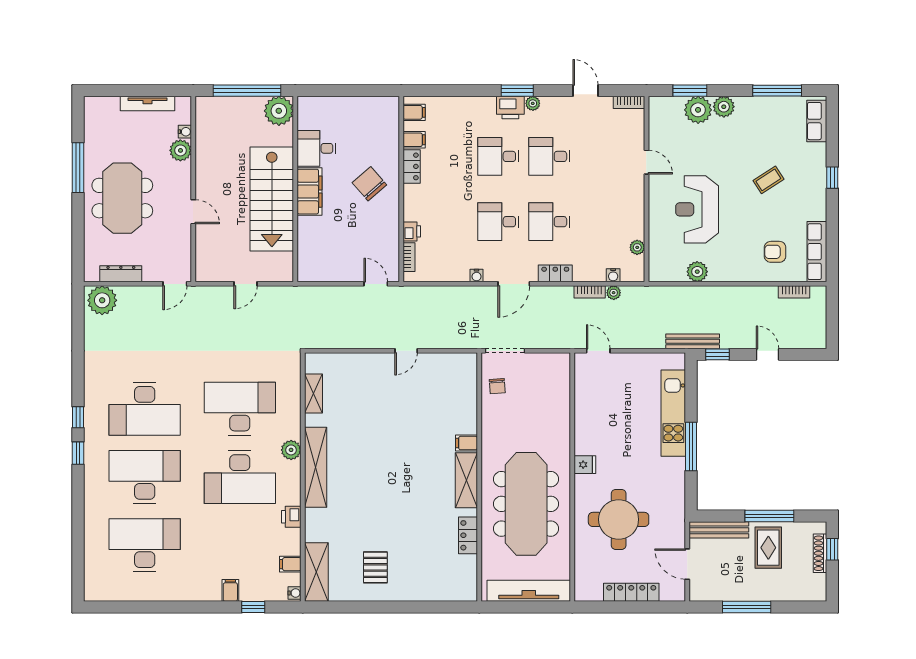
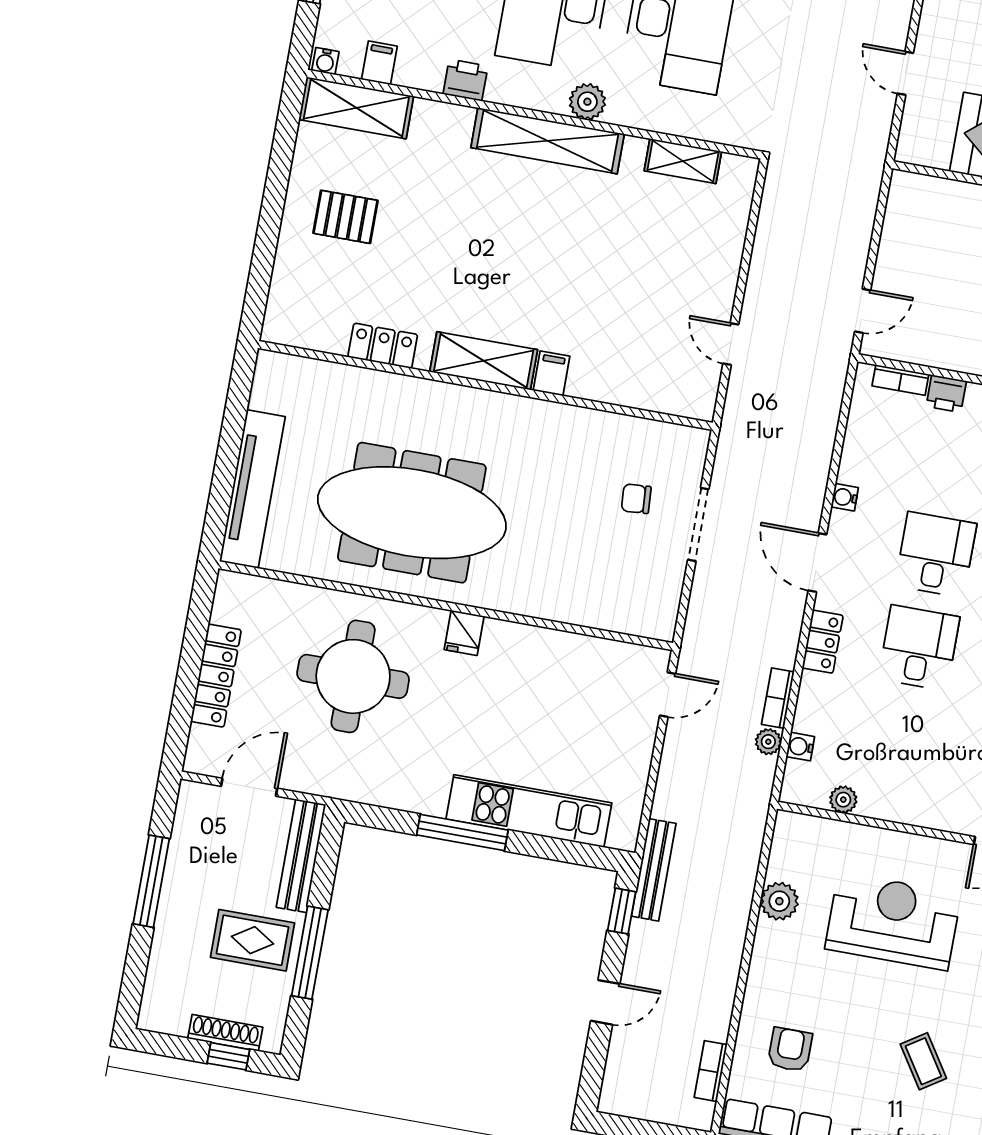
filing cabinet: (467, 443) -> (551, 373), moved
wall: (479, 477) -> (485, 385), moved
shelving: (466, 480) -> (484, 361), moved
locker: (468, 535) -> (383, 346), moved

